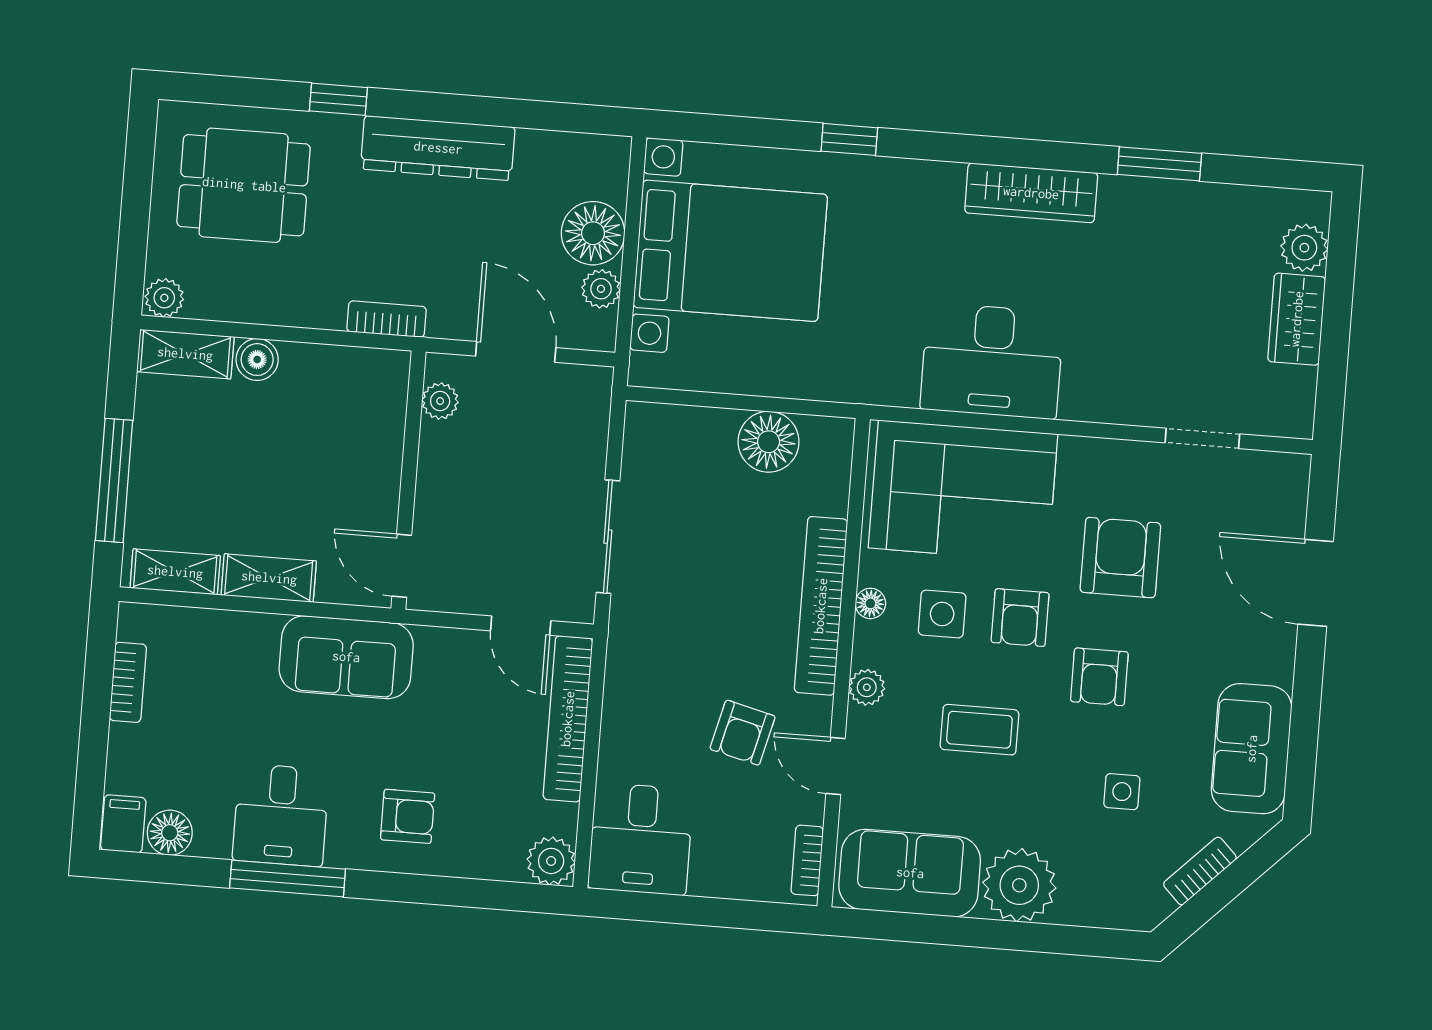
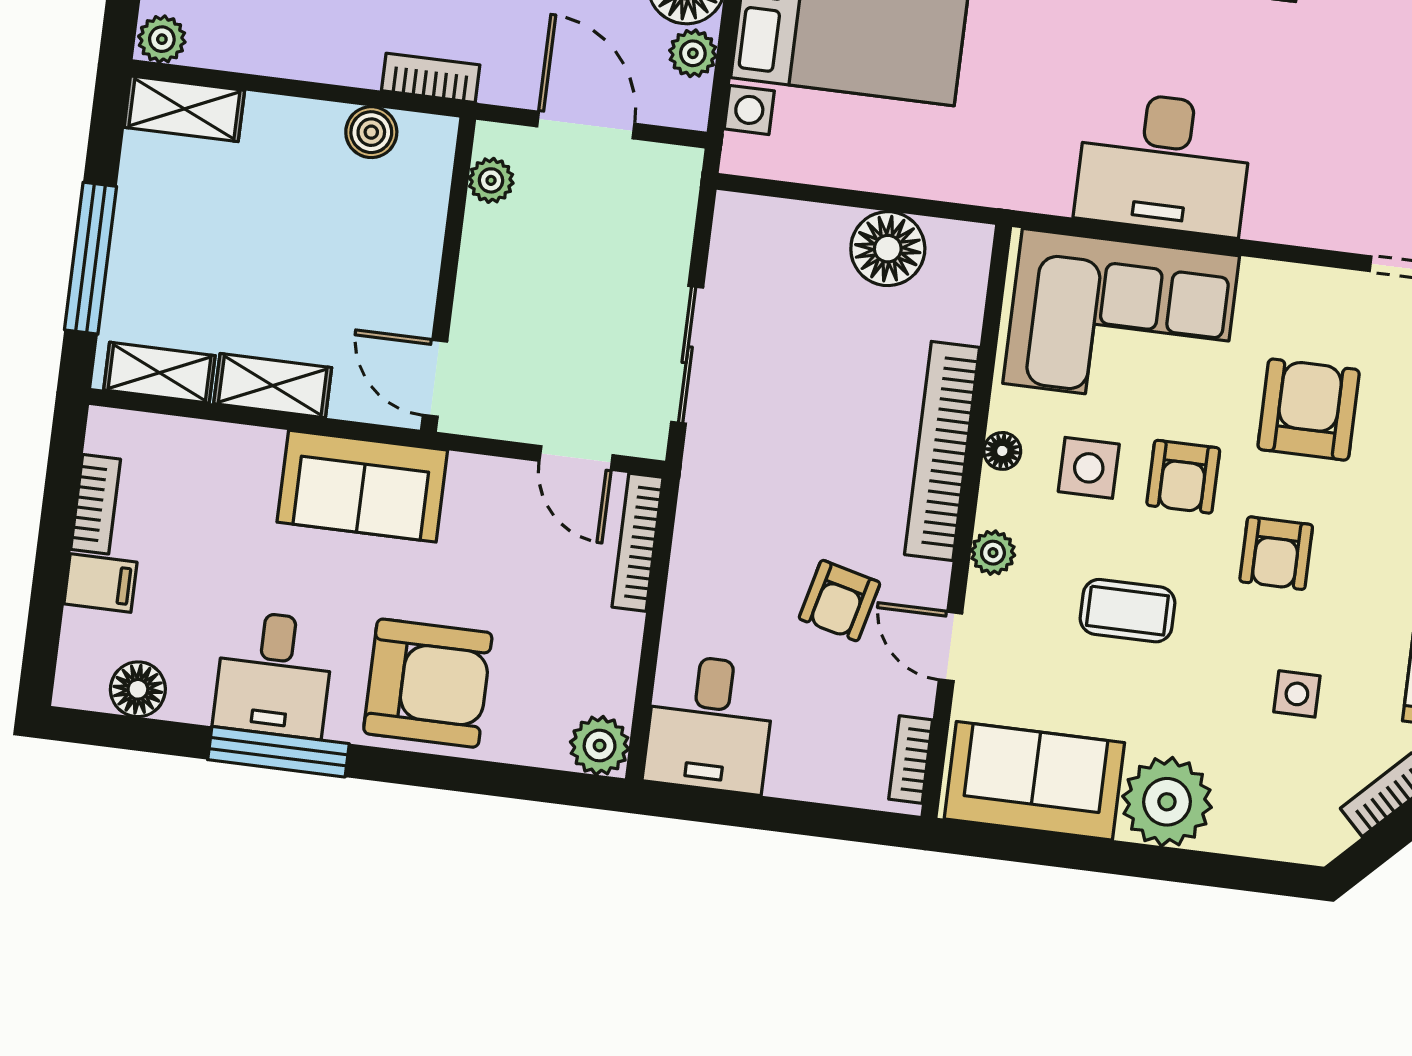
boiler: (257, 360) -> (371, 132), moved
bookcase: (568, 719) -> (638, 542), width x0.68, depth x0.76
armchair: (408, 816) -> (428, 683), width x1.88, depth x1.88
filing cabinet: (123, 824) -> (100, 583), moved, turned 90

